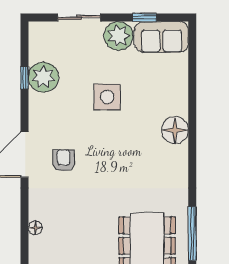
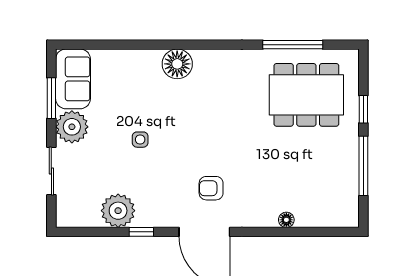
window: (144, 17) -> (51, 98), width x1.50
window: (25, 78) -> (141, 232), moved
side table: (107, 97) -> (140, 140), width x0.54, depth x0.54

